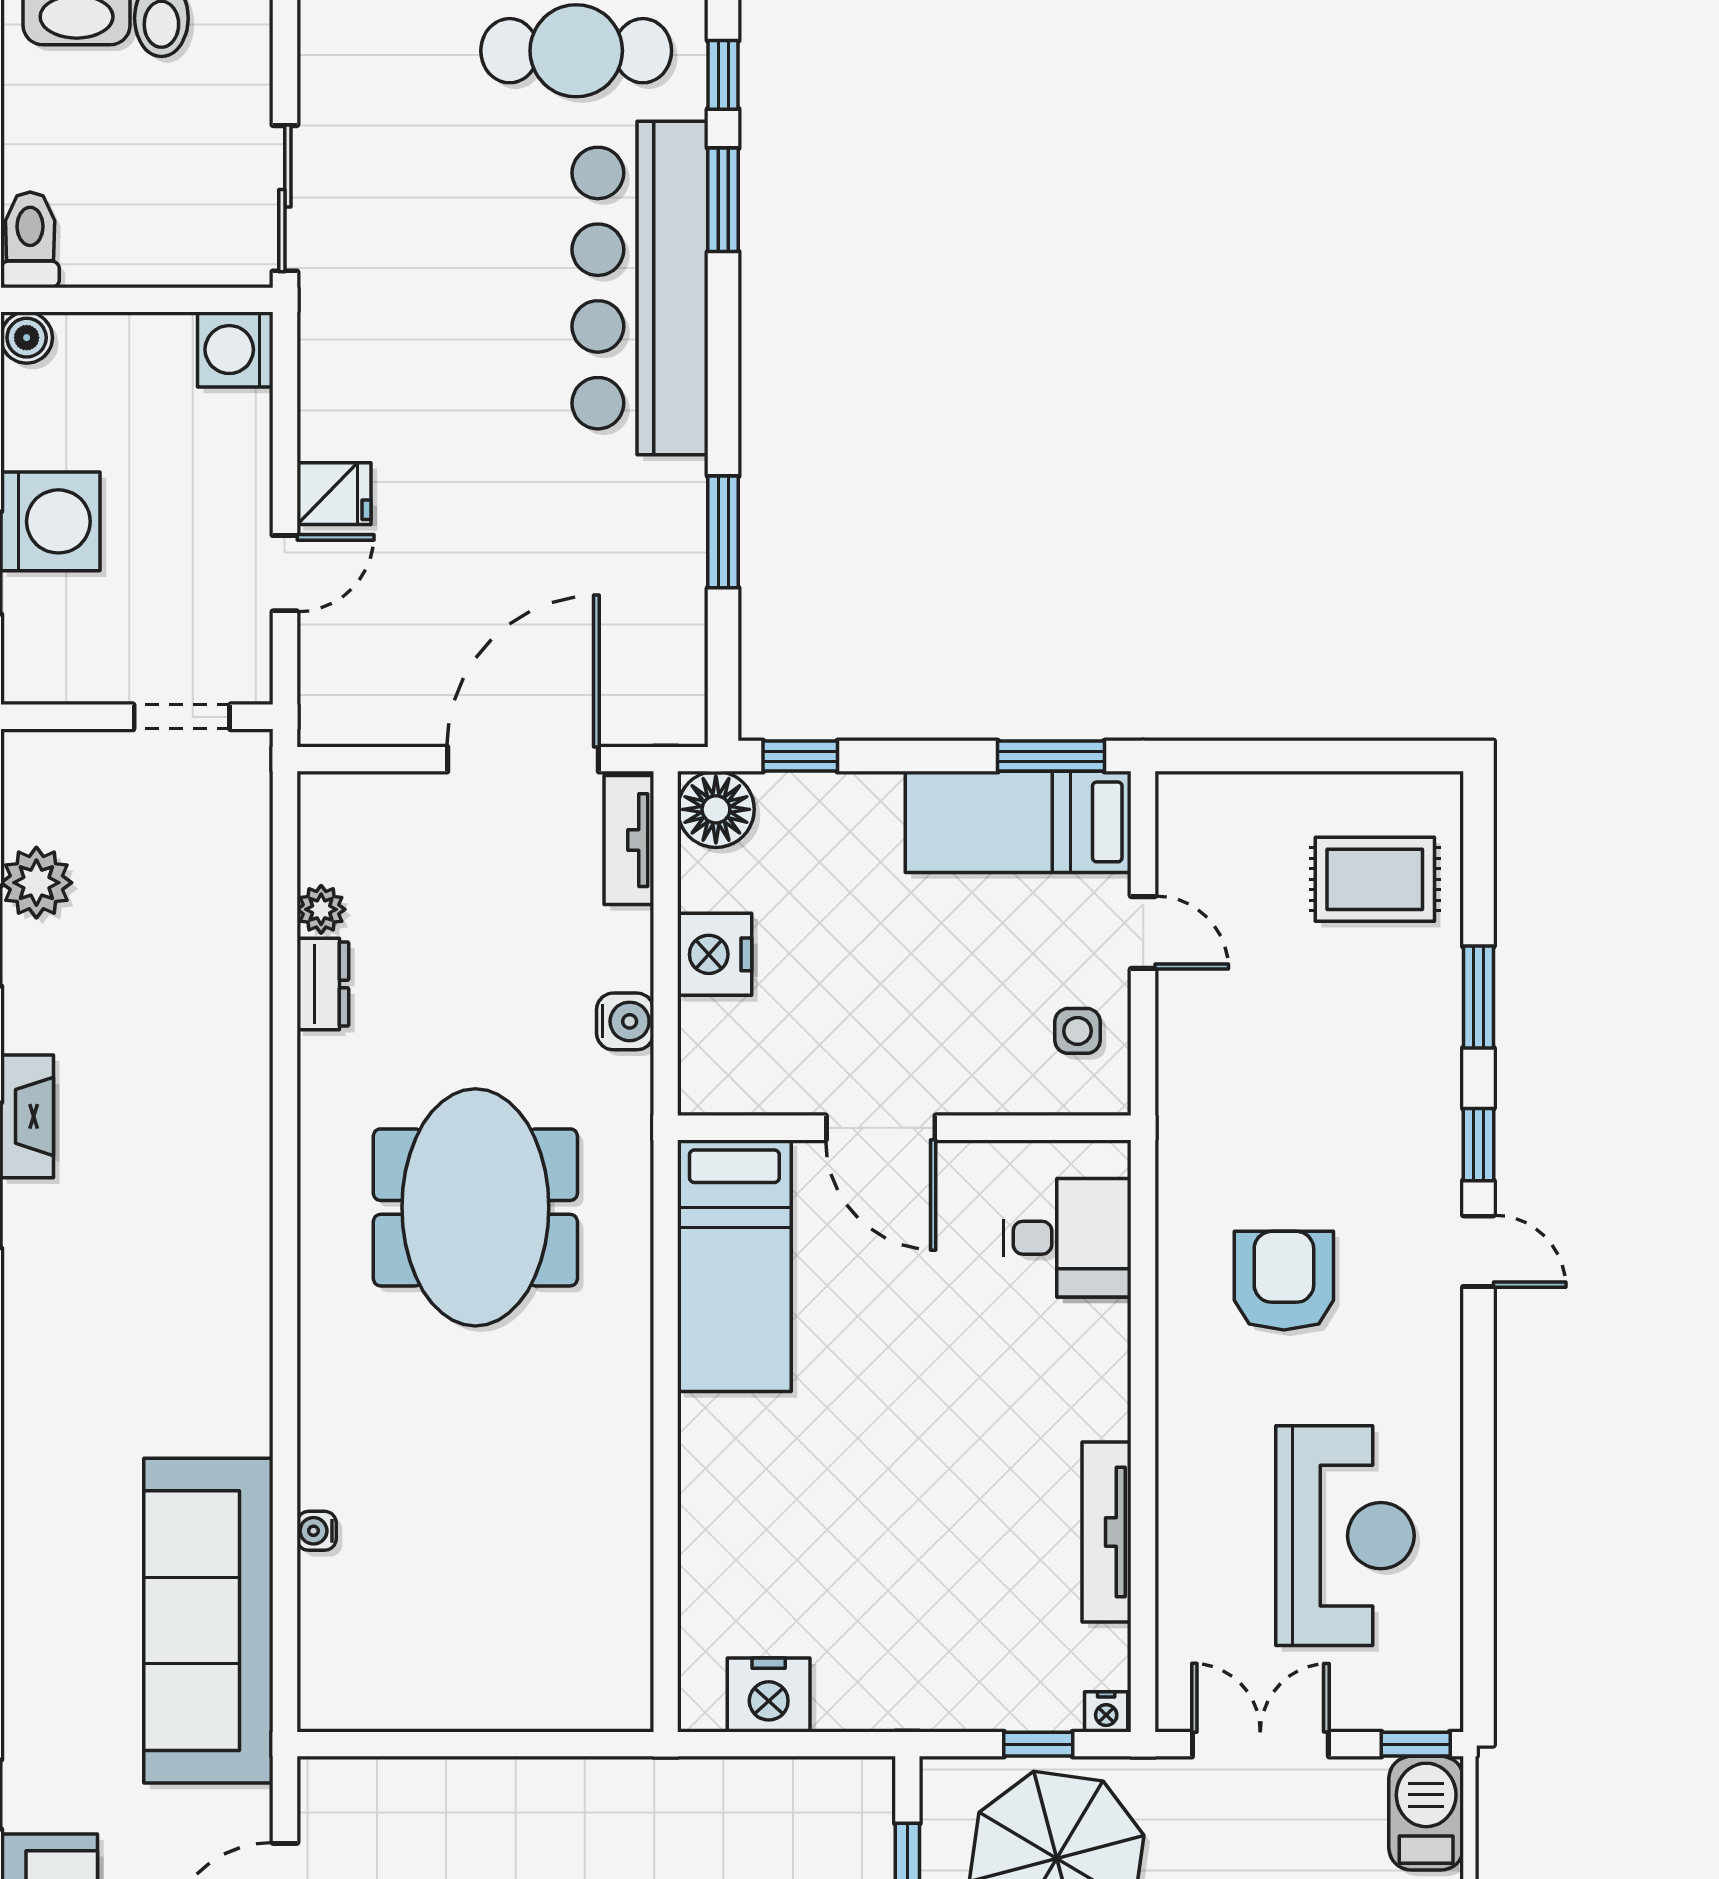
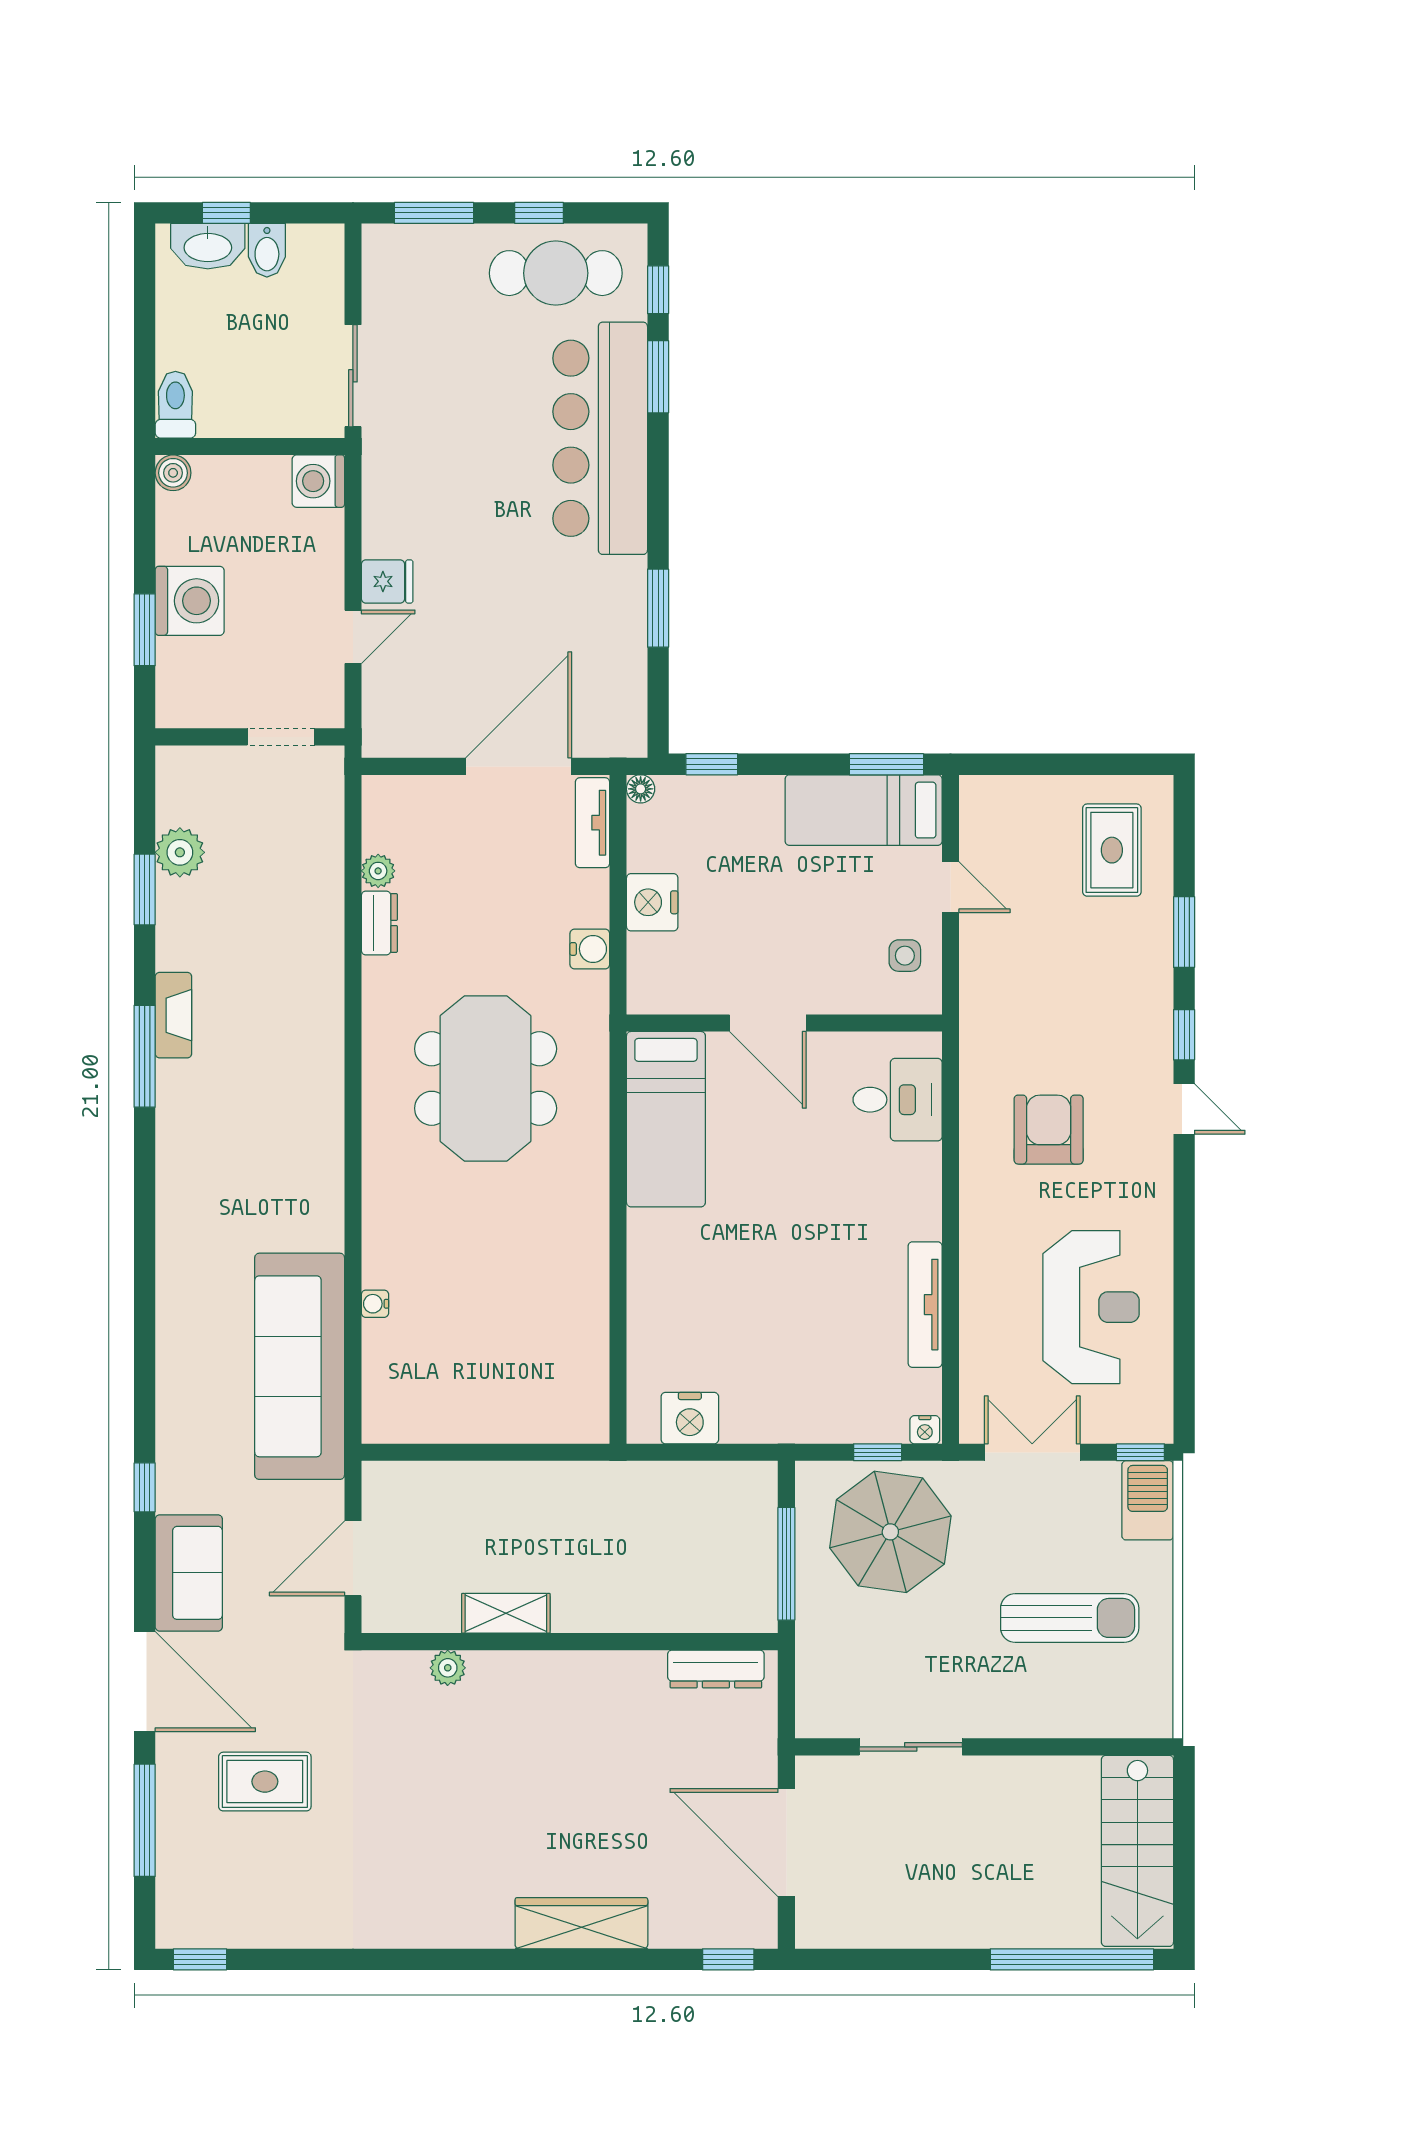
floor lamp: (716, 809) -> (641, 789), width x0.53, depth x0.53
rug: (1375, 879) -> (1112, 850), turned 90

